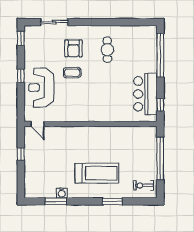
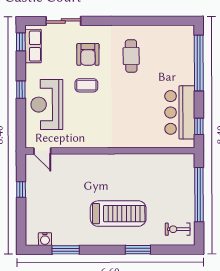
row of seats: (30, 42) -> (33, 46), added
water cooler: (62, 193) -> (45, 239), moved

